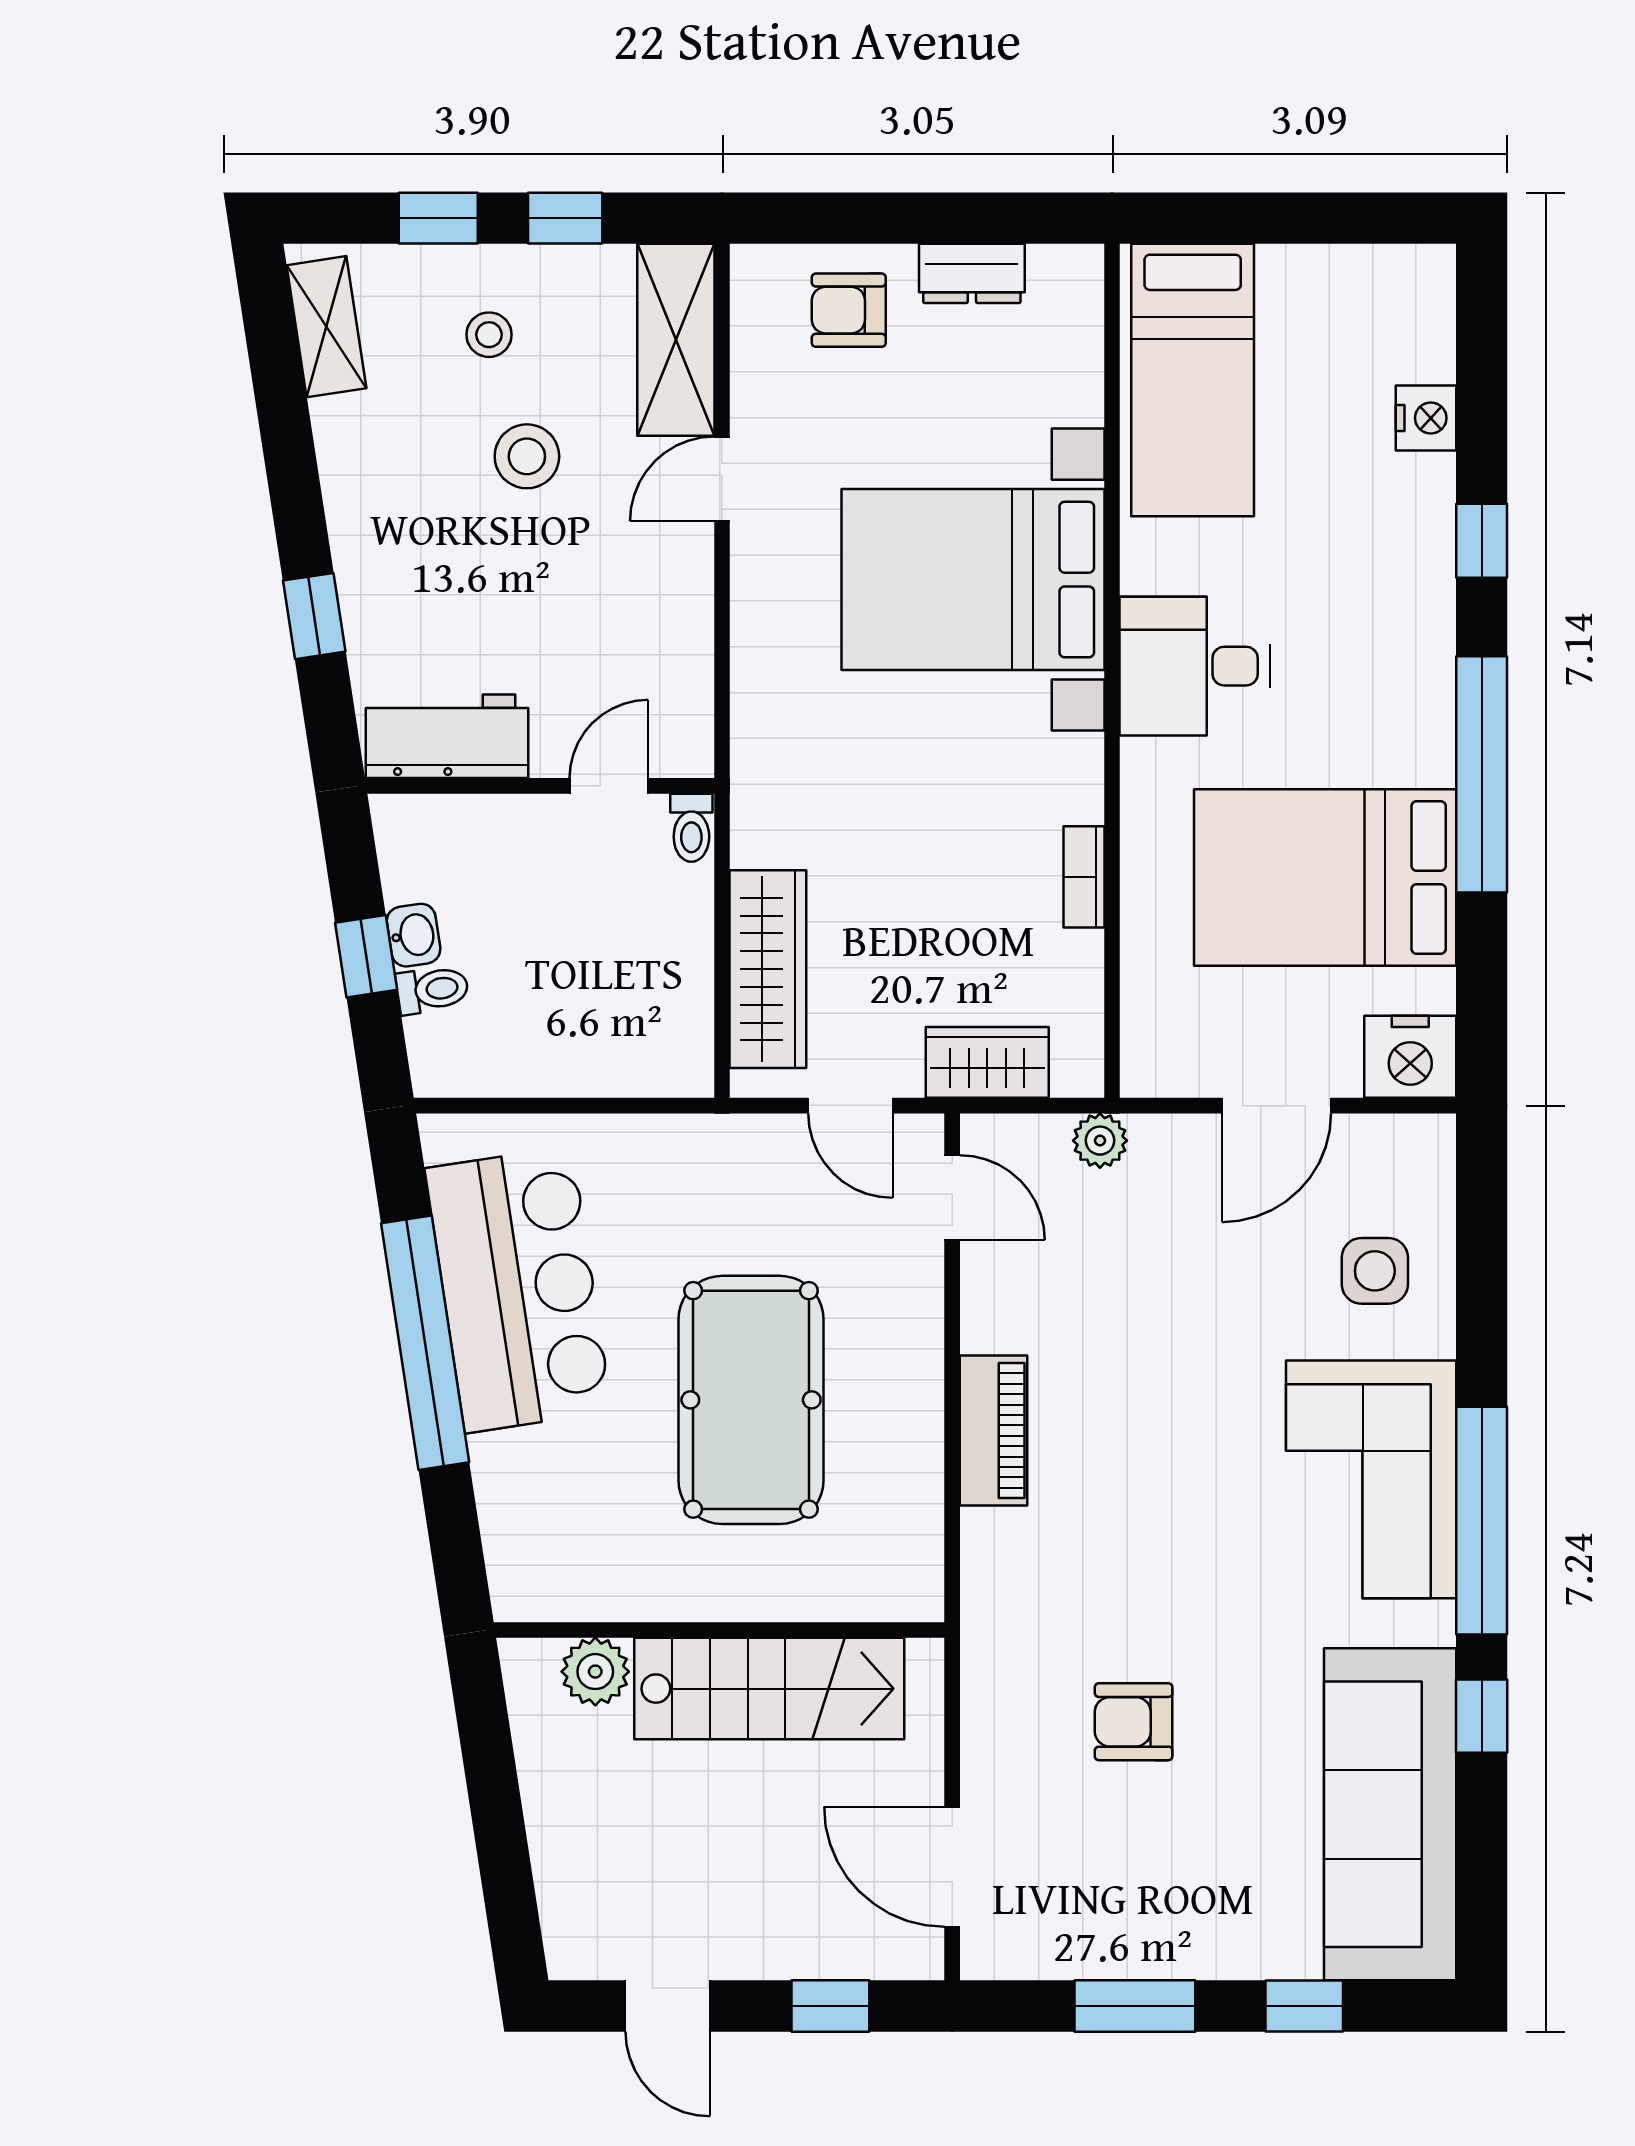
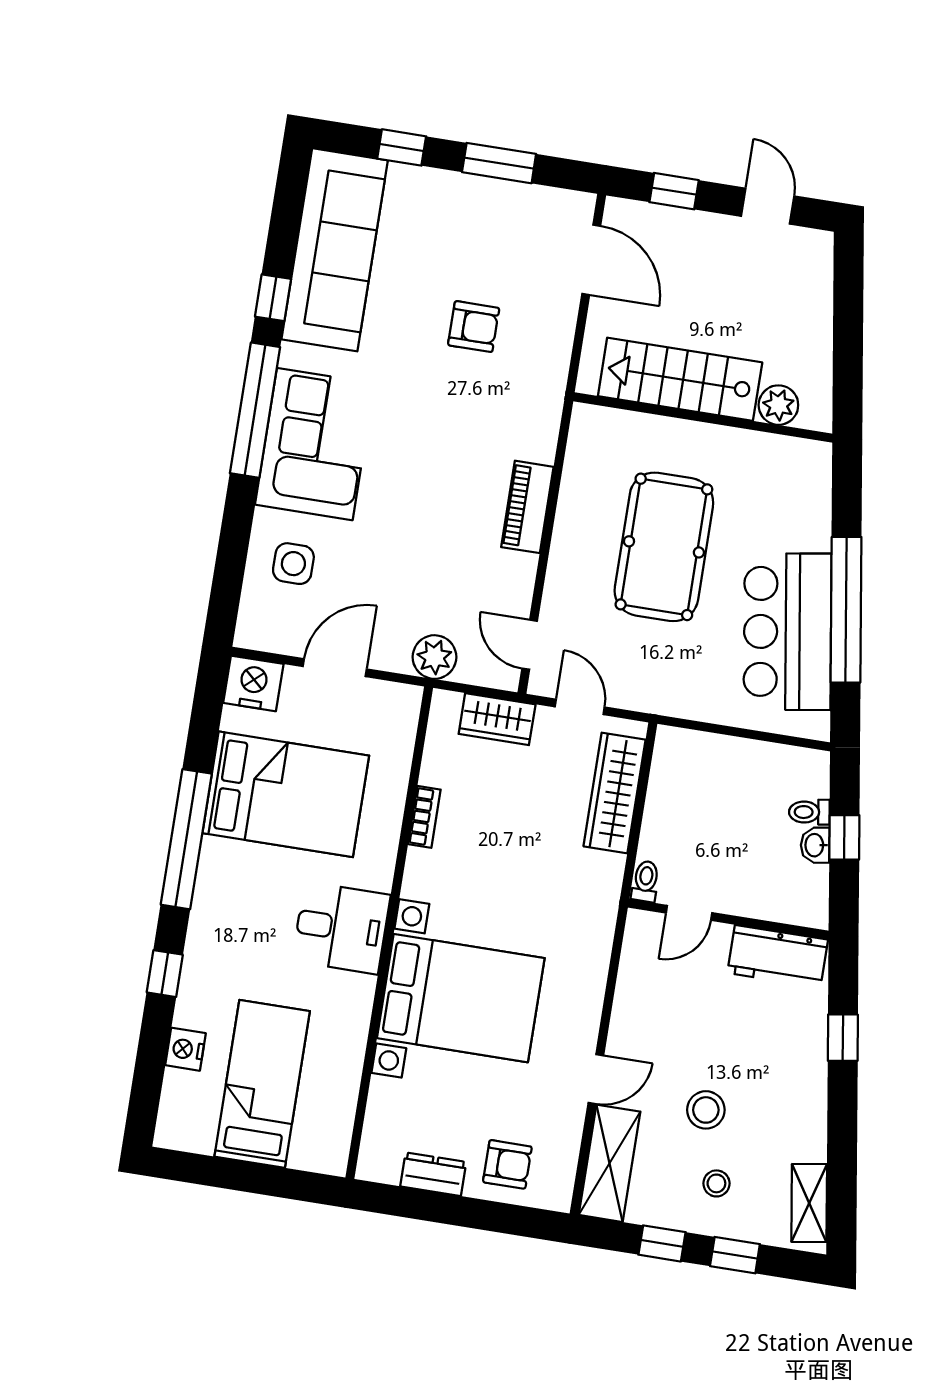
bed: (1193, 380) -> (262, 1084), moved
plant: (1100, 1141) -> (434, 657), width x1.38, depth x1.38

